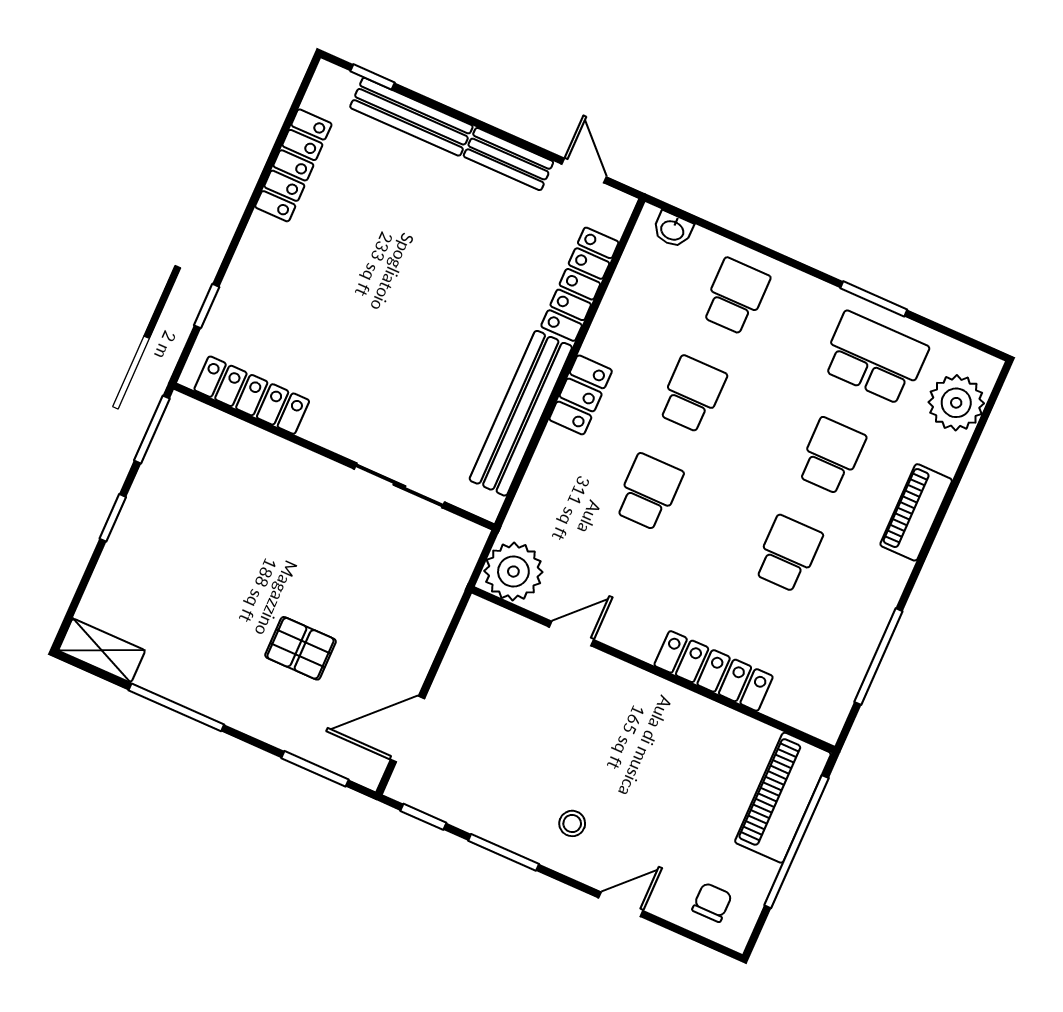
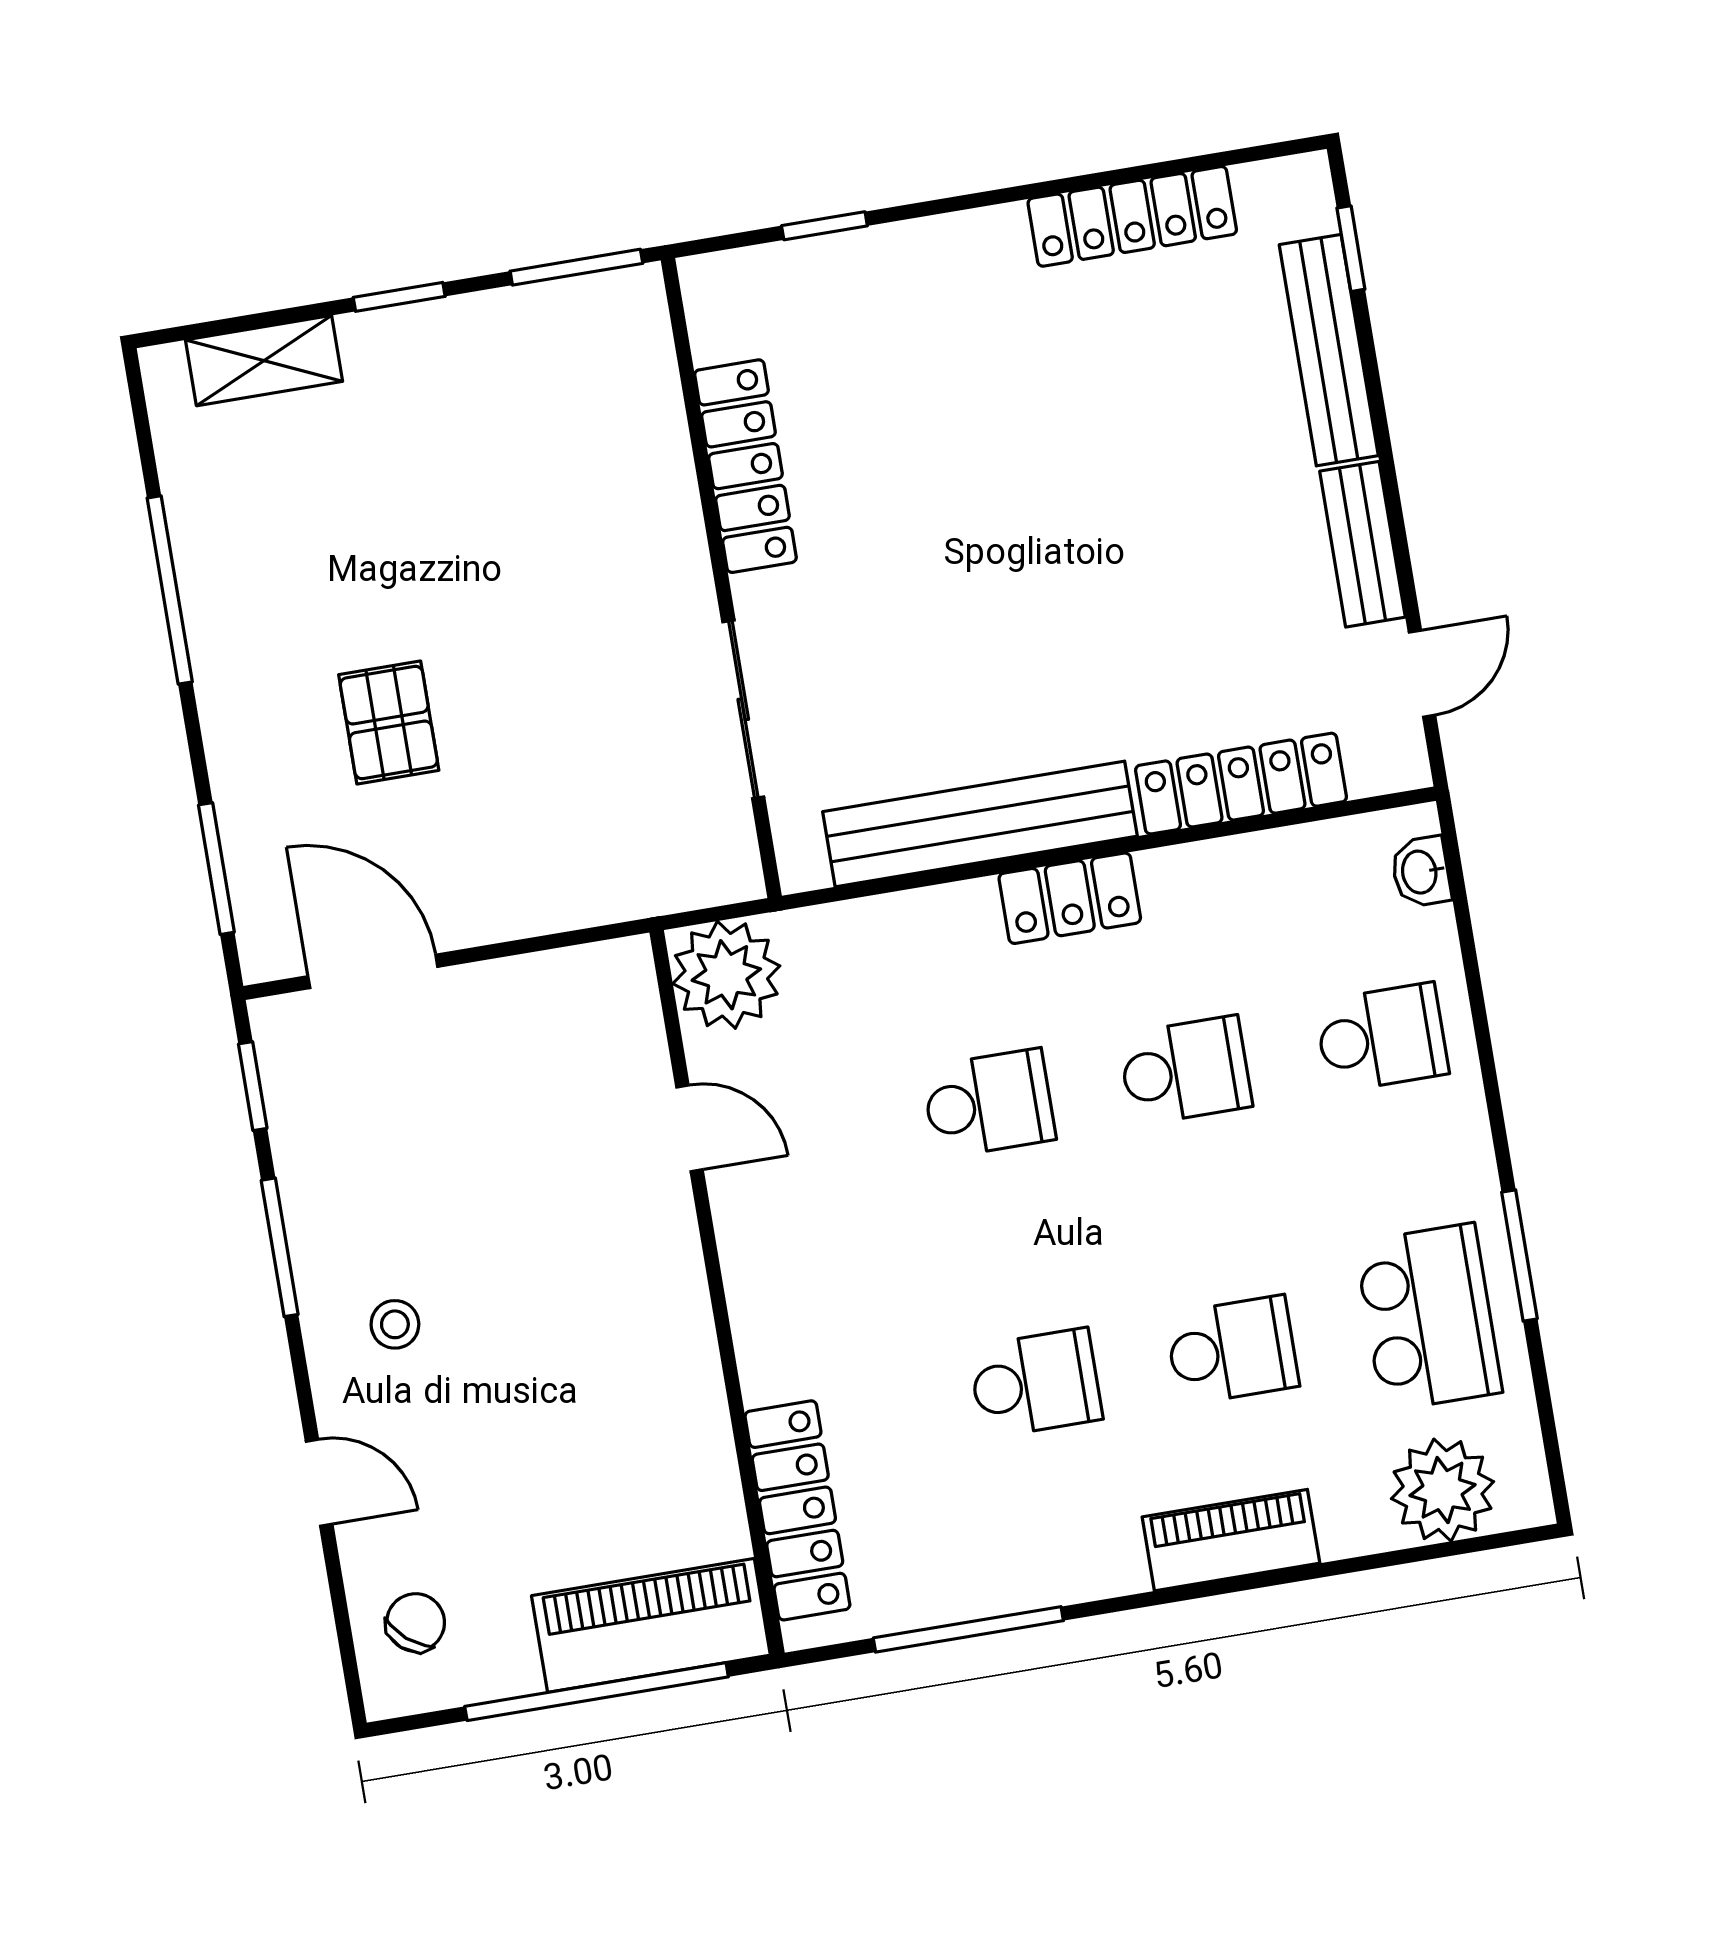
locker: (252, 395) -> (745, 466), moved
shelving: (102, 650) -> (264, 361), moved, turned 90
locker: (714, 671) -> (797, 1510), moved
chair: (712, 902) -> (416, 1623), turned -50

